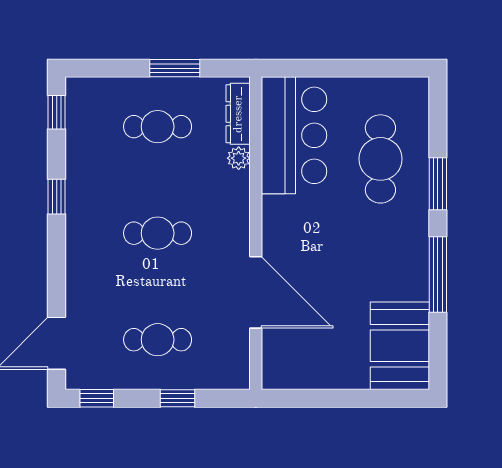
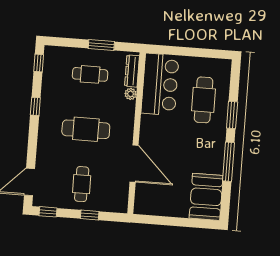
cafe table: (158, 233) -> (86, 129), width x1.37, depth x1.35
cafe table: (158, 340) -> (82, 184), turned 90

